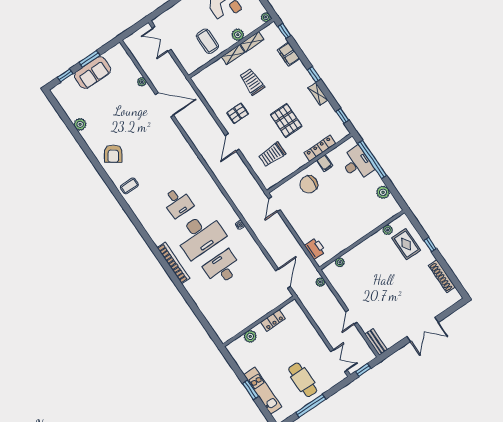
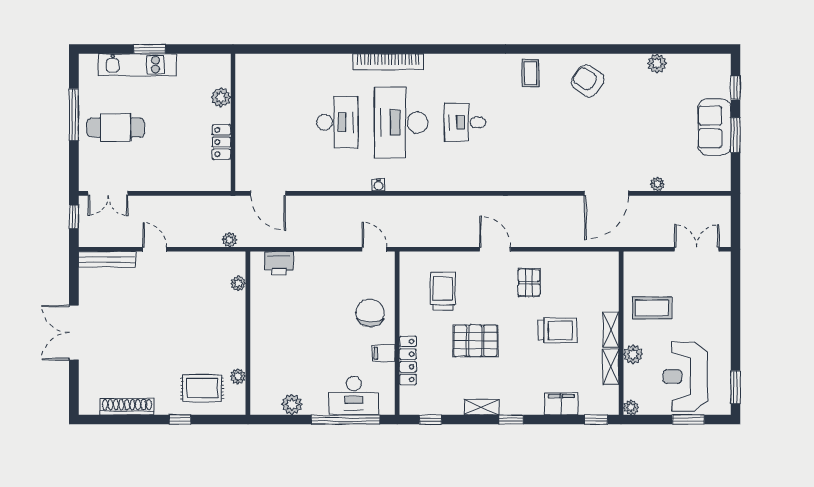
bench: (376, 342) -> (107, 259), width x1.36

